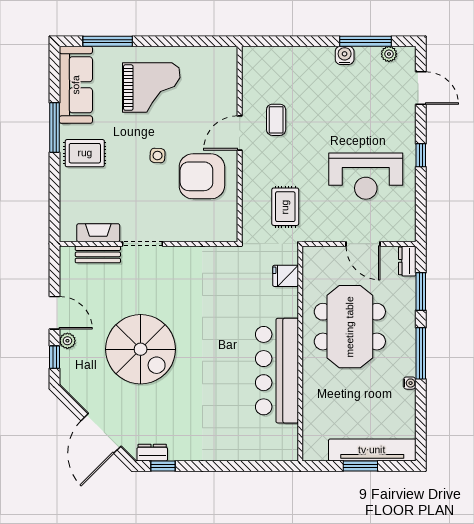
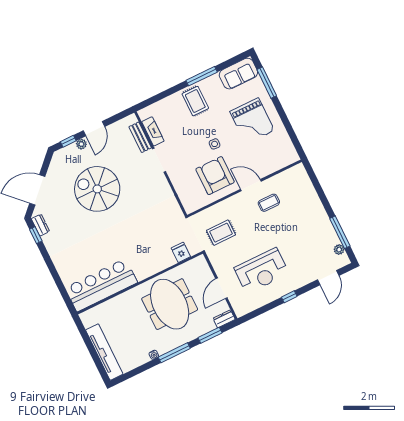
water cooler: (345, 55) -> (326, 224), removed
sofa: (76, 85) -> (238, 74), width x0.73
reception desk: (366, 176) -> (262, 271), turned -90
meeting table: (350, 327) -> (170, 304), turned 90
spiral stairs: (141, 349) -> (97, 189), turned 90
bar counter: (277, 371) -> (101, 285), moved
window: (360, 466) -> (92, 350), removed

